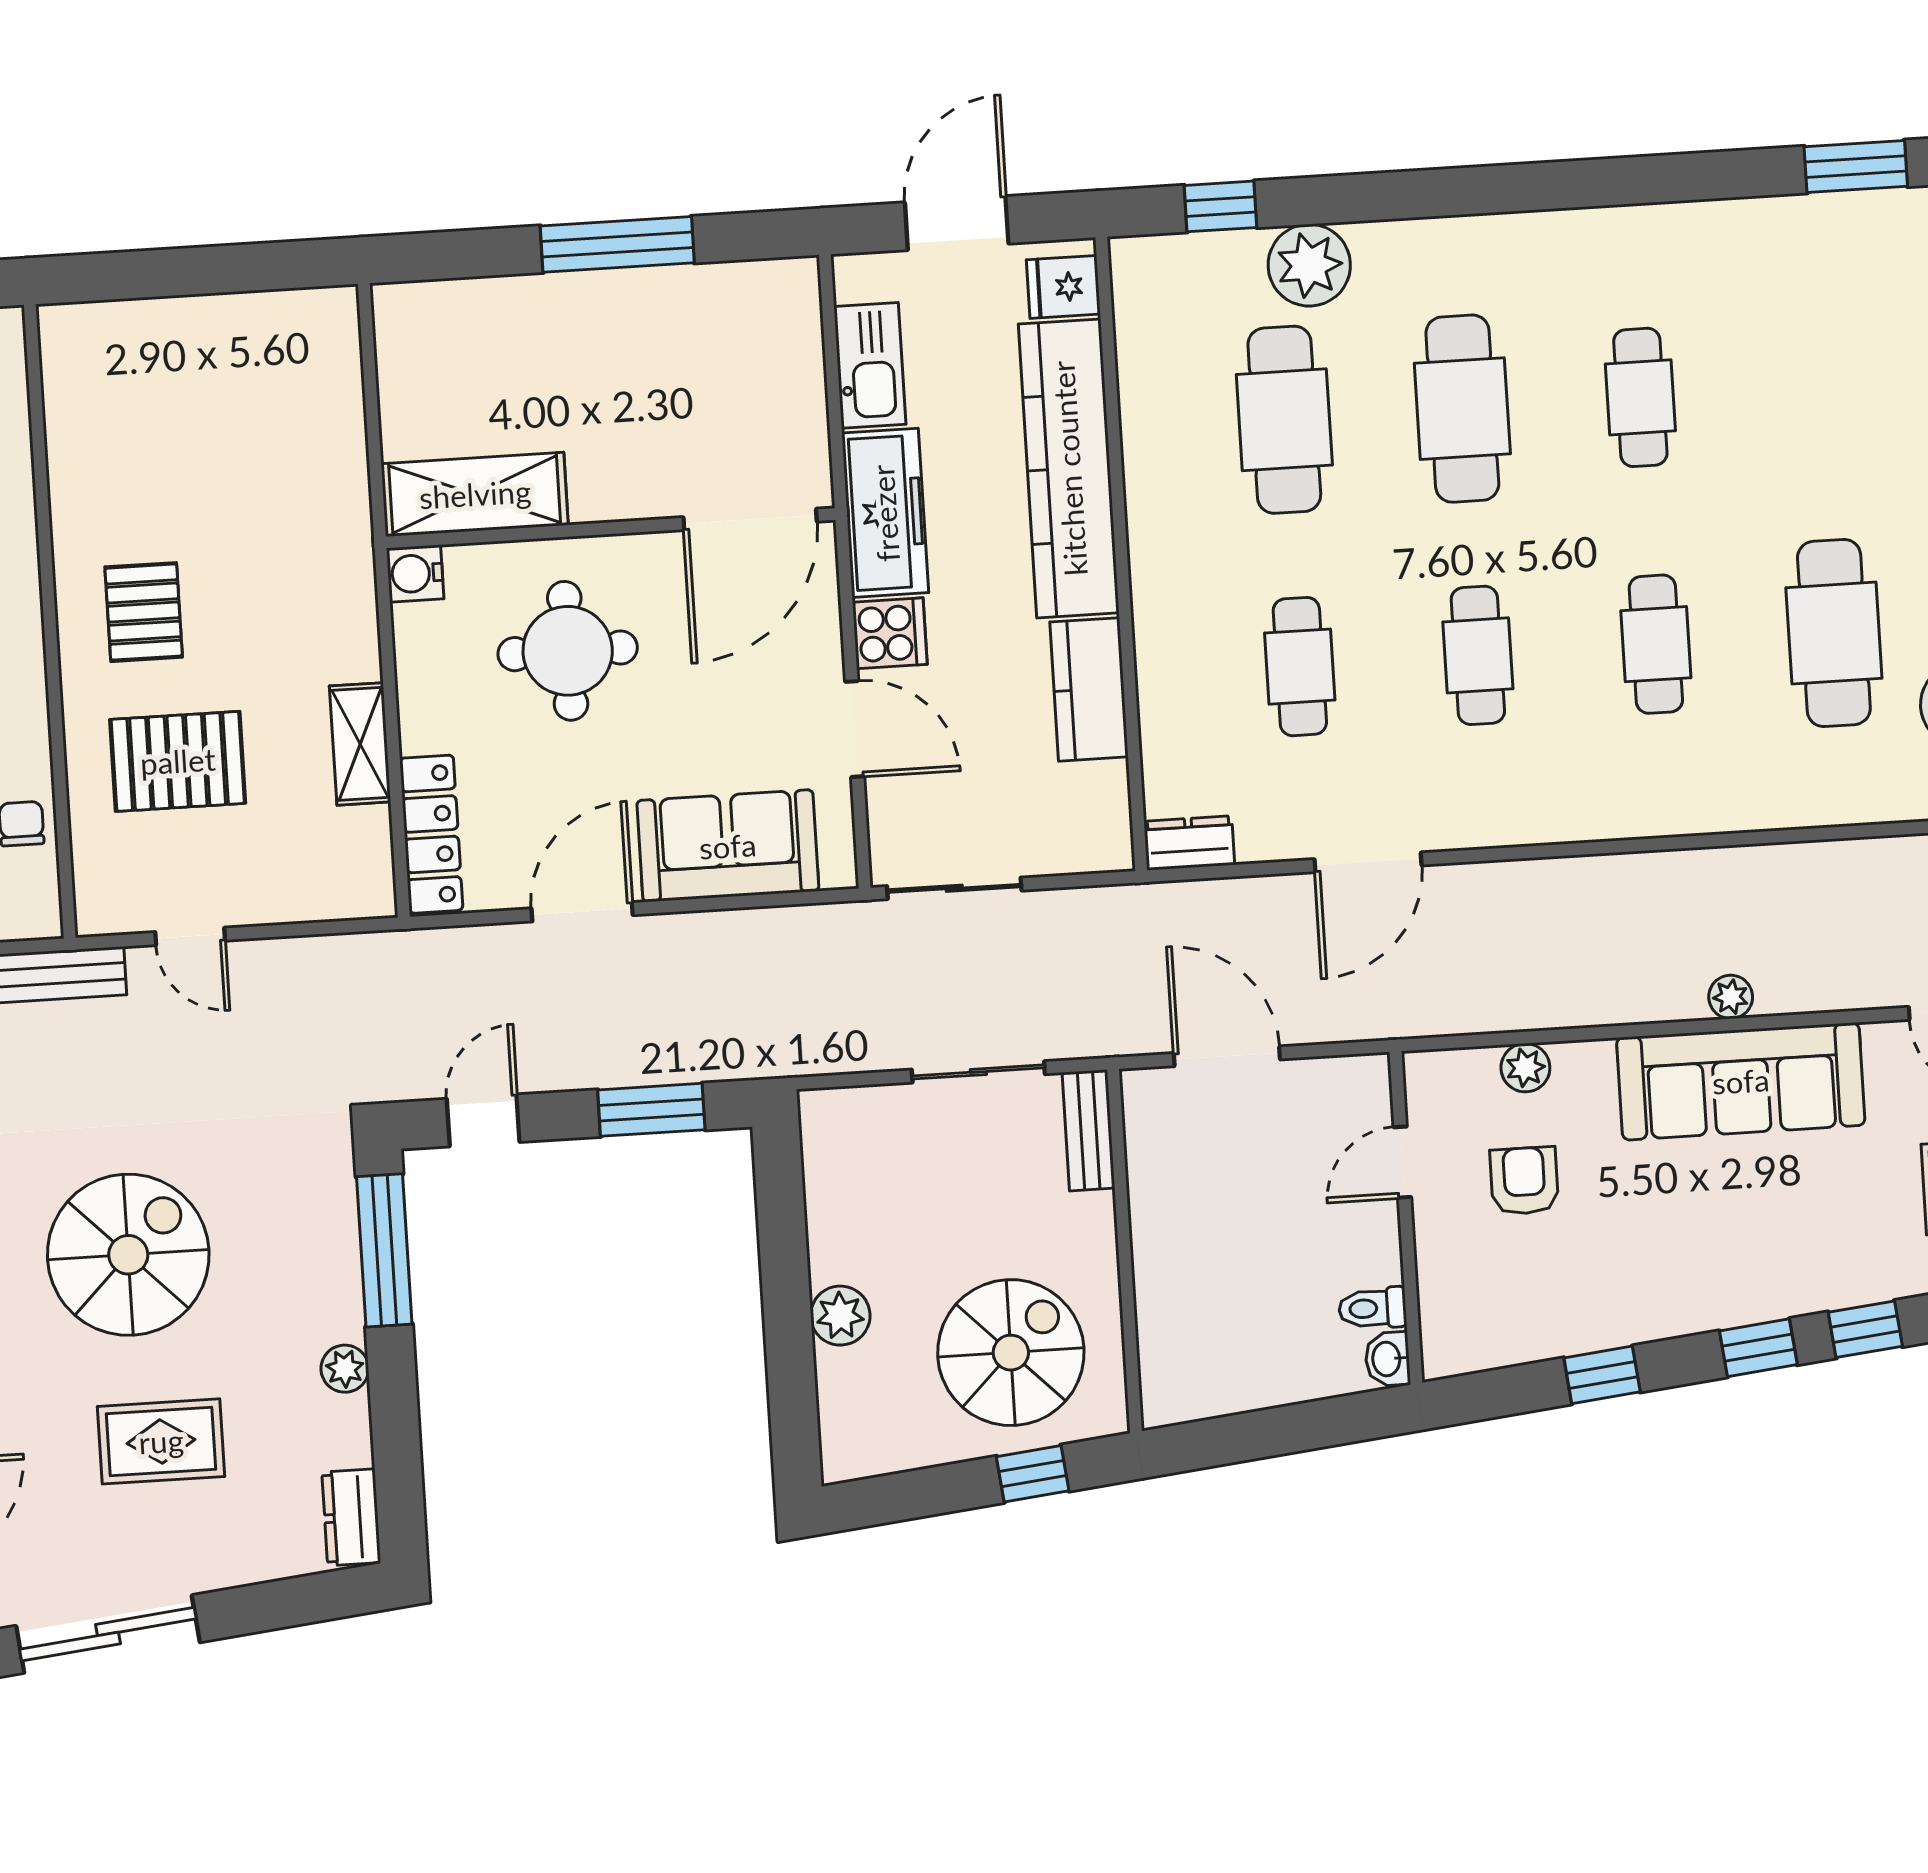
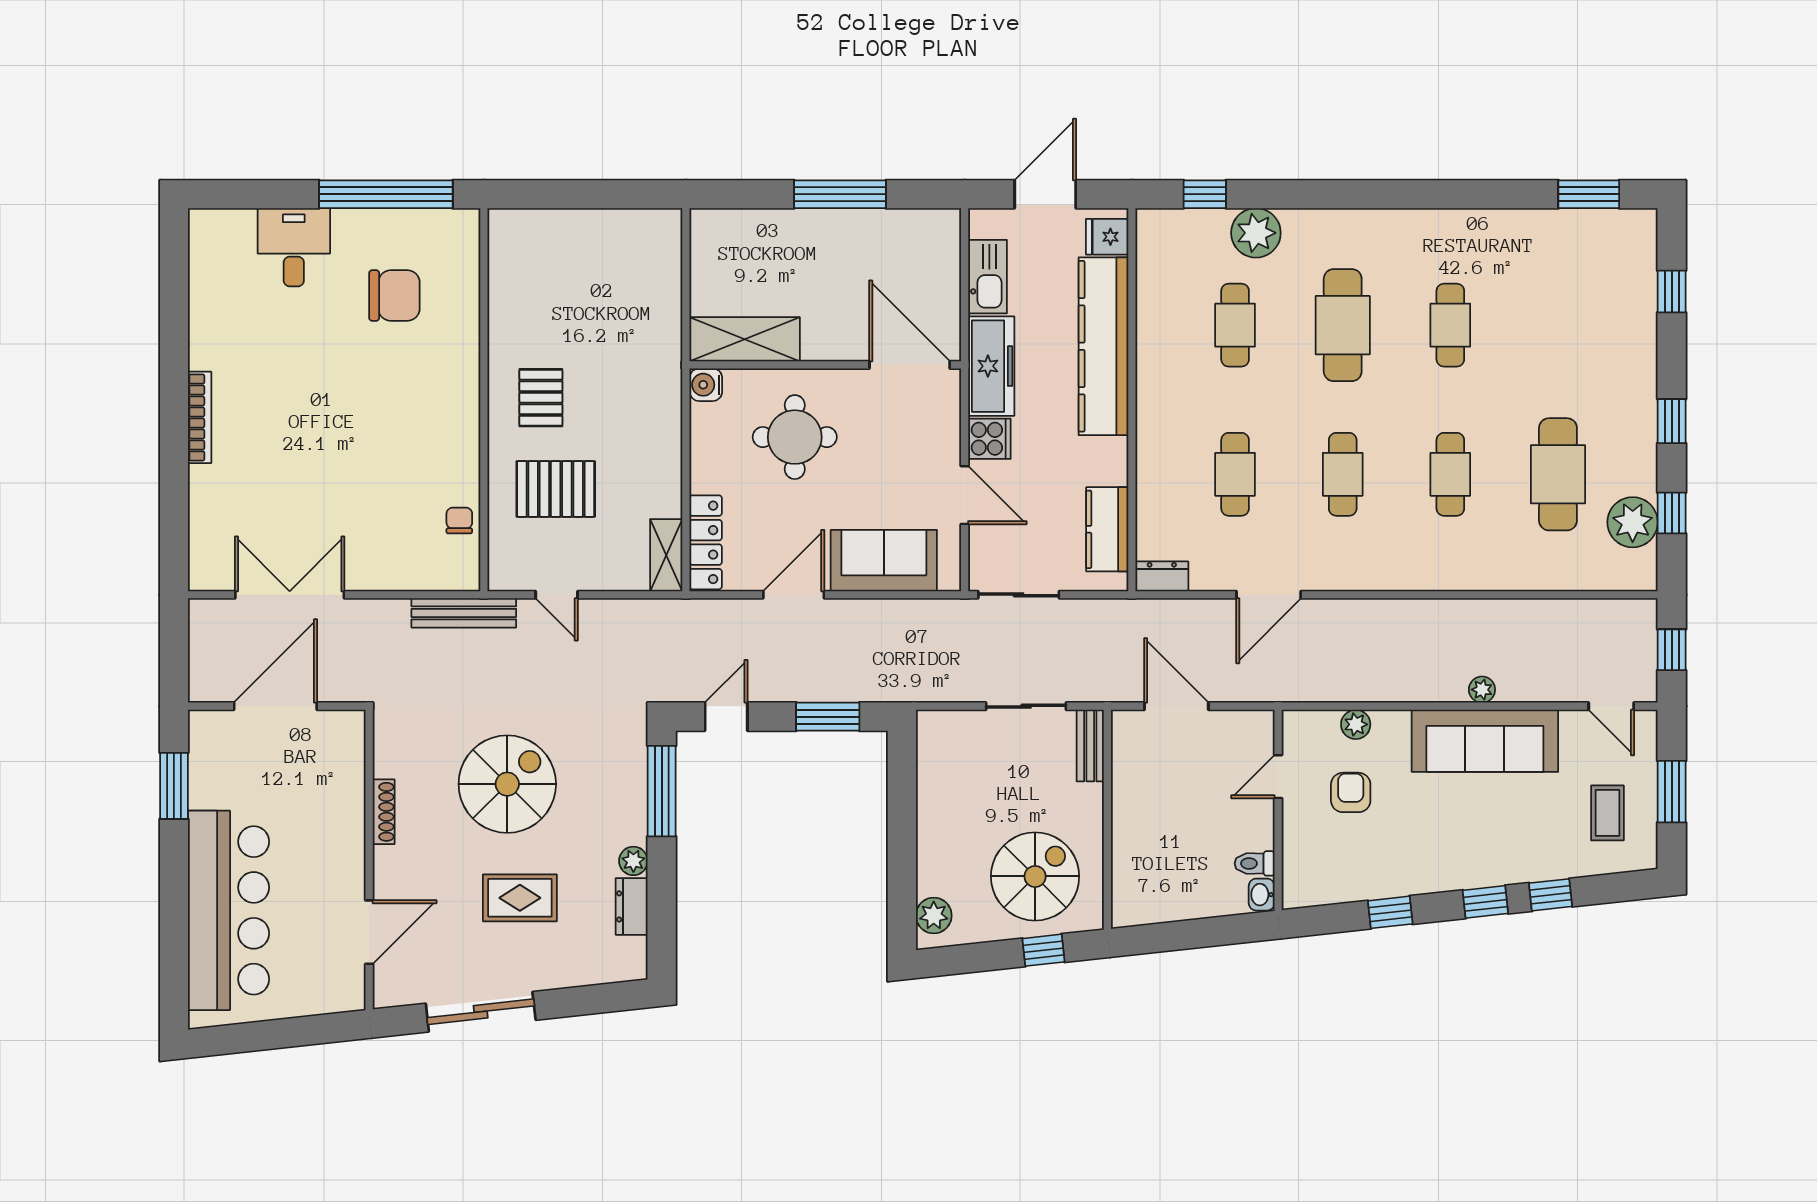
cafe table: (1284, 420) -> (1235, 325), width x0.73, depth x0.74
door: (750, 519) -> (910, 365), swing flipped
kitchen counter: (1089, 689) -> (1107, 529), moved
shelving: (360, 744) -> (666, 555), moved
plant: (840, 1316) -> (934, 916), moved
dresser: (351, 1517) -> (632, 906), moved

